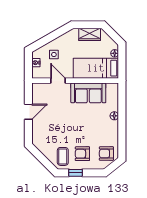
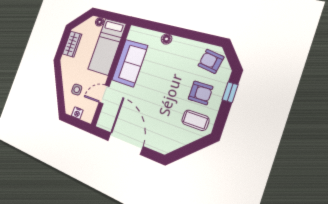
door: (28, 112) -> (125, 143), width x1.87
armchair: (82, 154) -> (200, 93), turned -90
armchair: (106, 154) -> (211, 61), turned 100
window: (76, 173) -> (230, 92), moved

